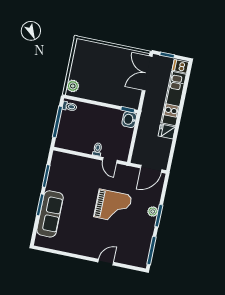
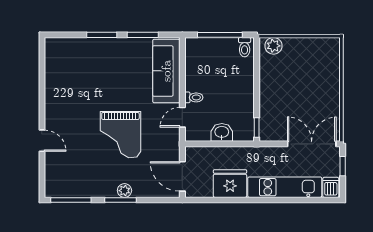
washbasin: (129, 120) -> (222, 132), moved
fridge: (167, 132) -> (230, 184), width x1.88, depth x1.34
sofa: (50, 214) -> (166, 71), moved, turned 90

